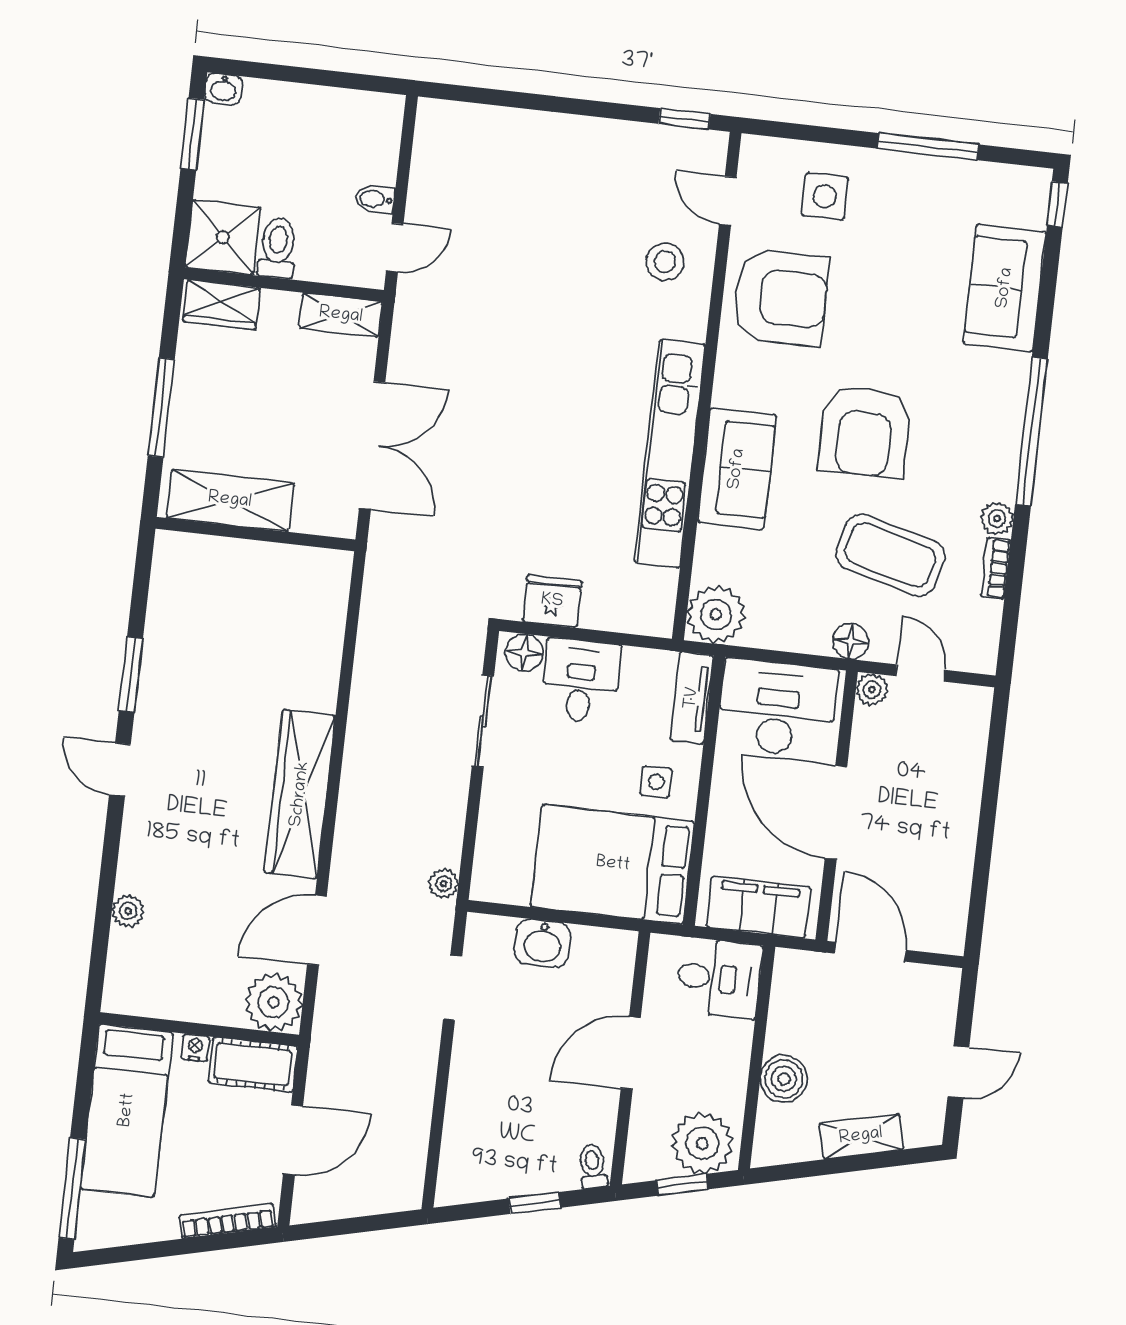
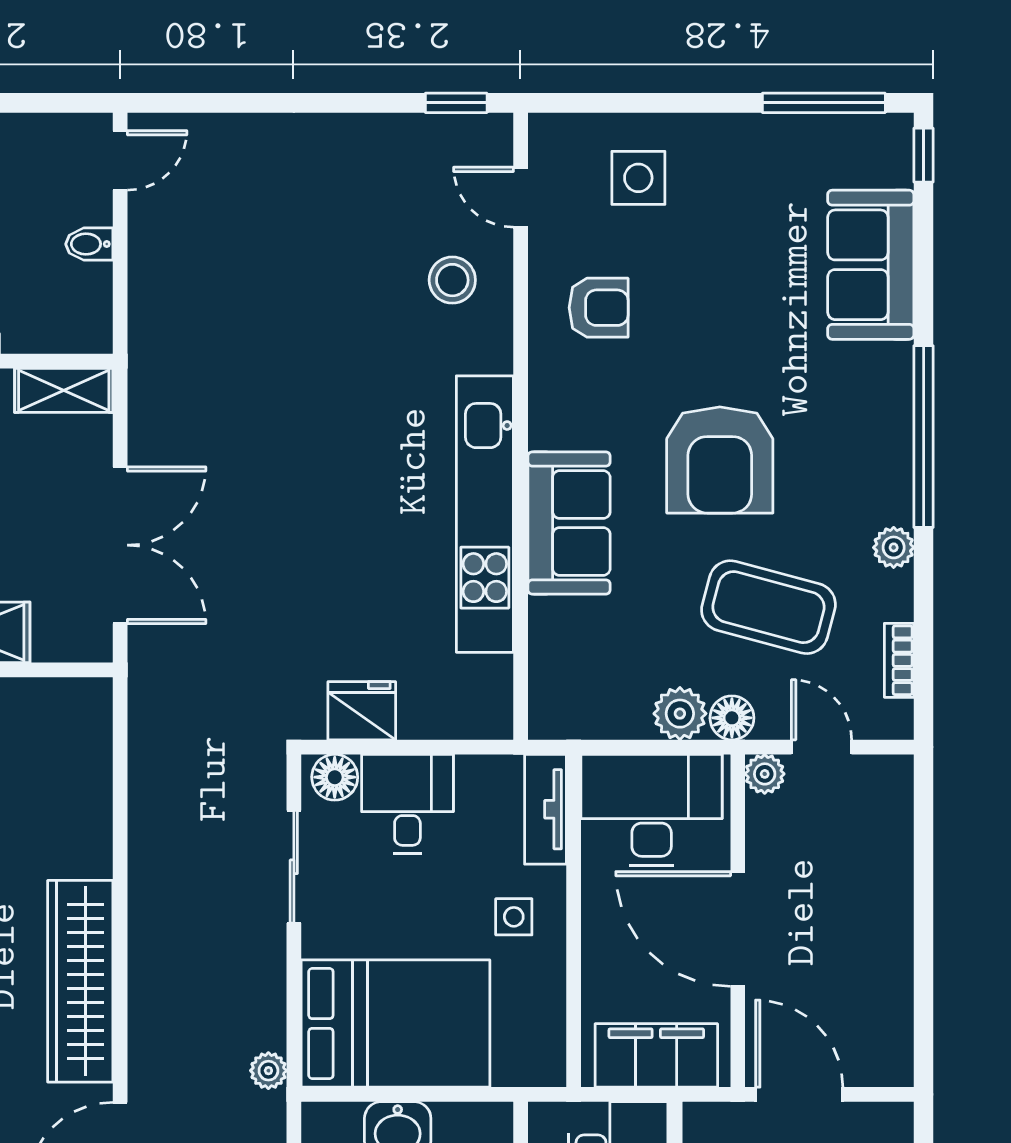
window: (928, 147) -> (824, 103), moved
door: (395, 247) -> (120, 160), moved
armchair: (781, 297) -> (599, 308), width x0.53, depth x0.53
bookcase: (996, 568) -> (899, 660), moved
plant: (716, 615) -> (680, 714), moved, width x0.73, depth x0.73
bed: (613, 864) -> (395, 1023), moved, turned 180

